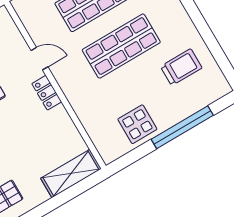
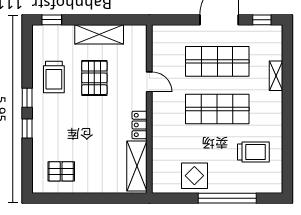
locker: (47, 93) -> (140, 125), moved
shelving: (71, 173) -> (137, 166), moved, turned 90

